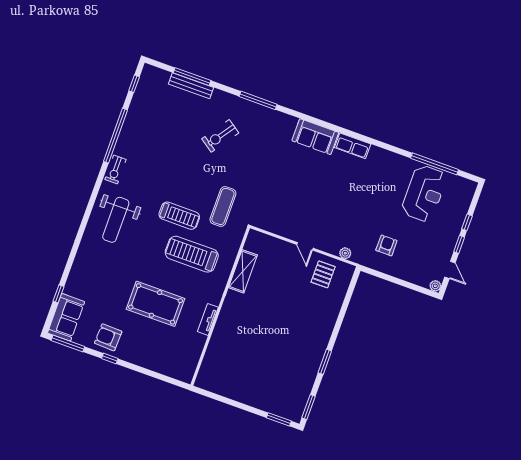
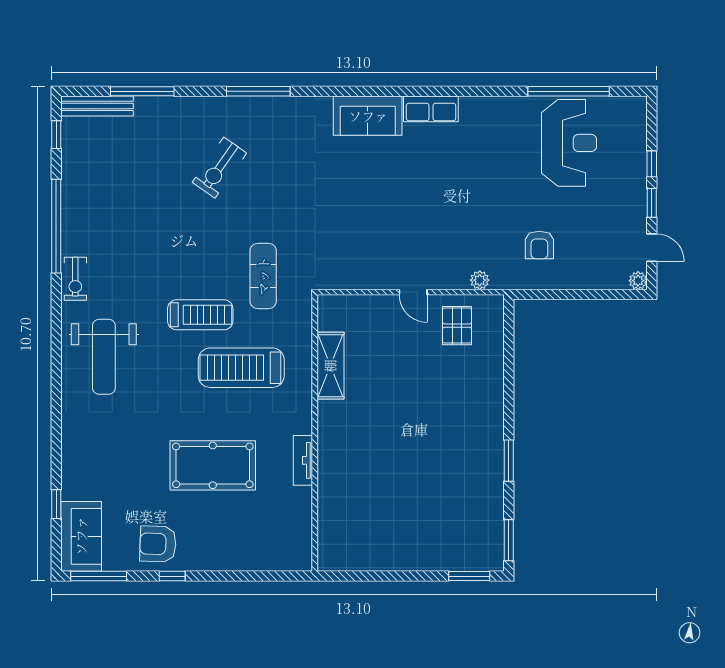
bench: (191, 86) -> (97, 106), moved
armchair: (386, 245) -> (539, 245), turned 180

